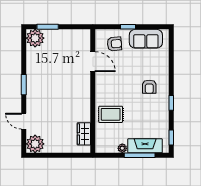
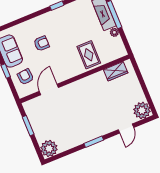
window: (48, 27) -> (28, 126), moved
armchair: (149, 87) -> (42, 43), moved

